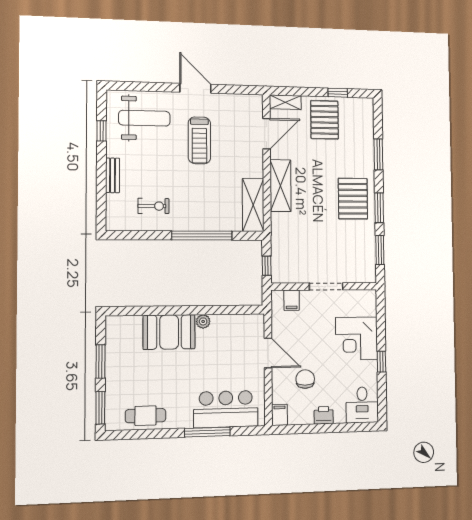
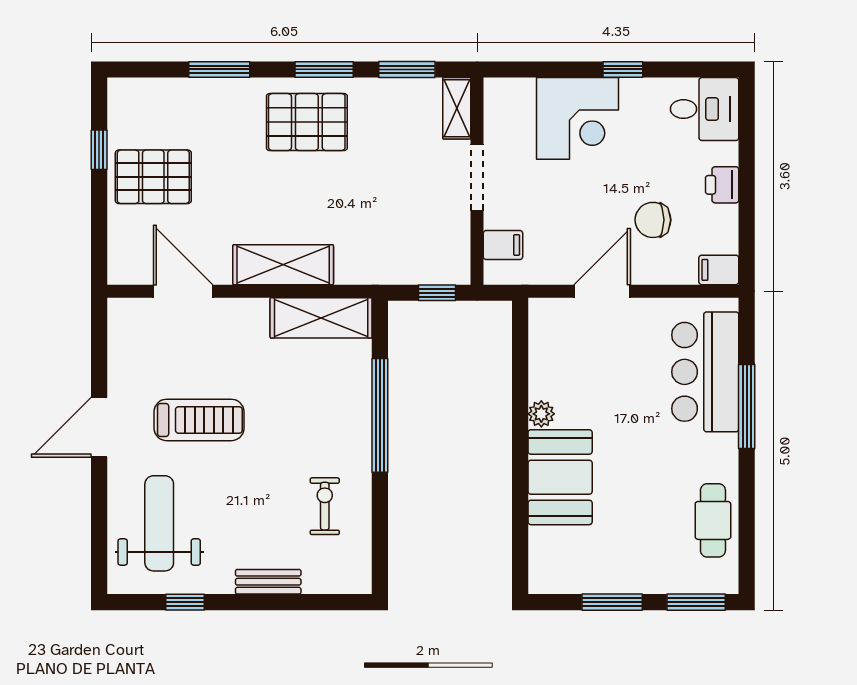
shelving: (285, 102) -> (457, 108), moved

